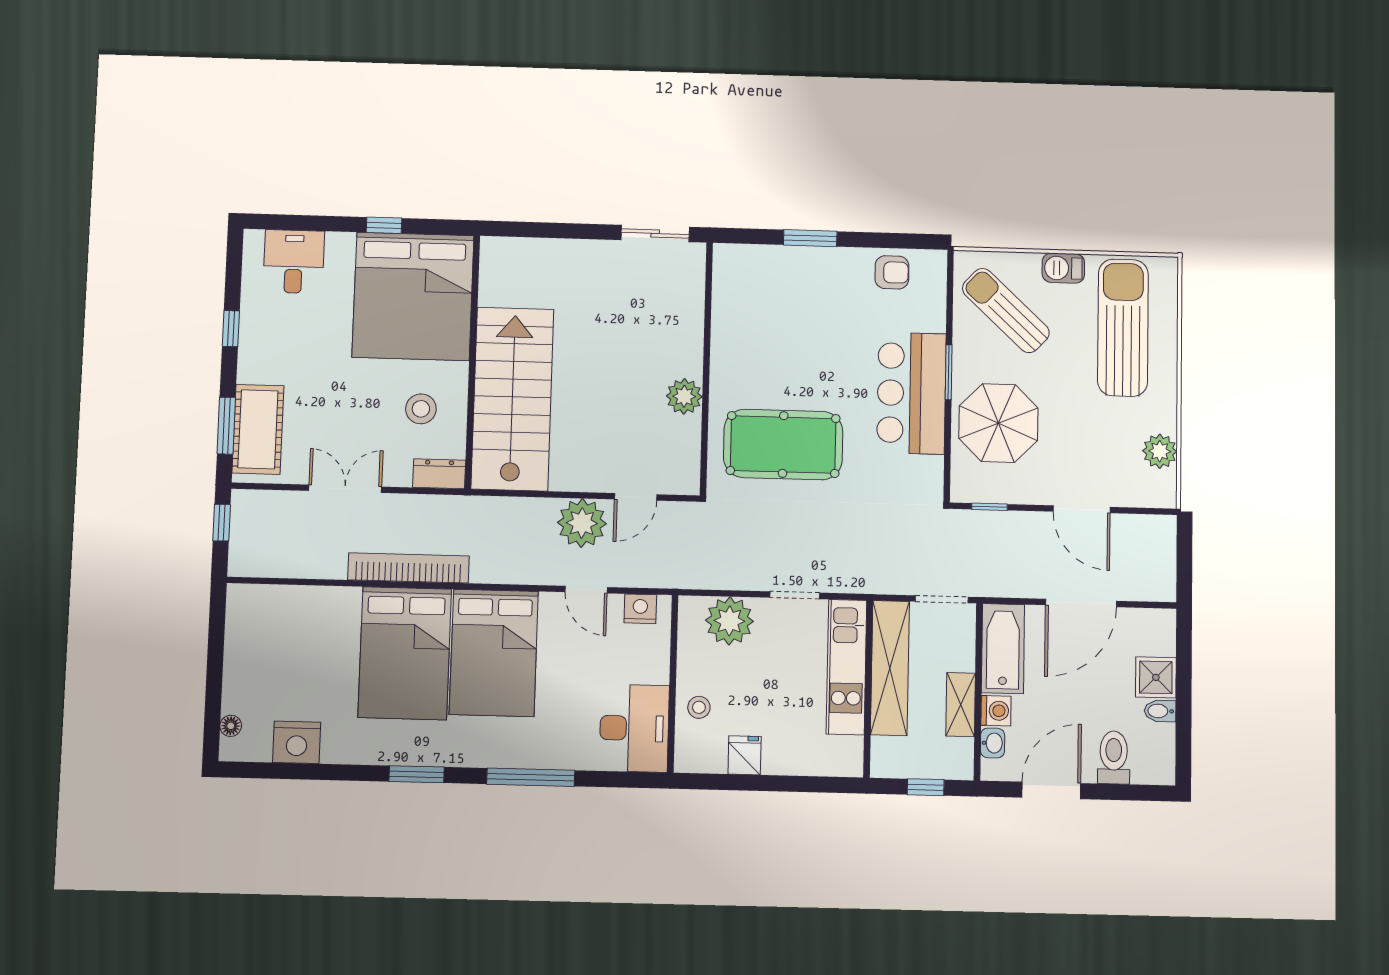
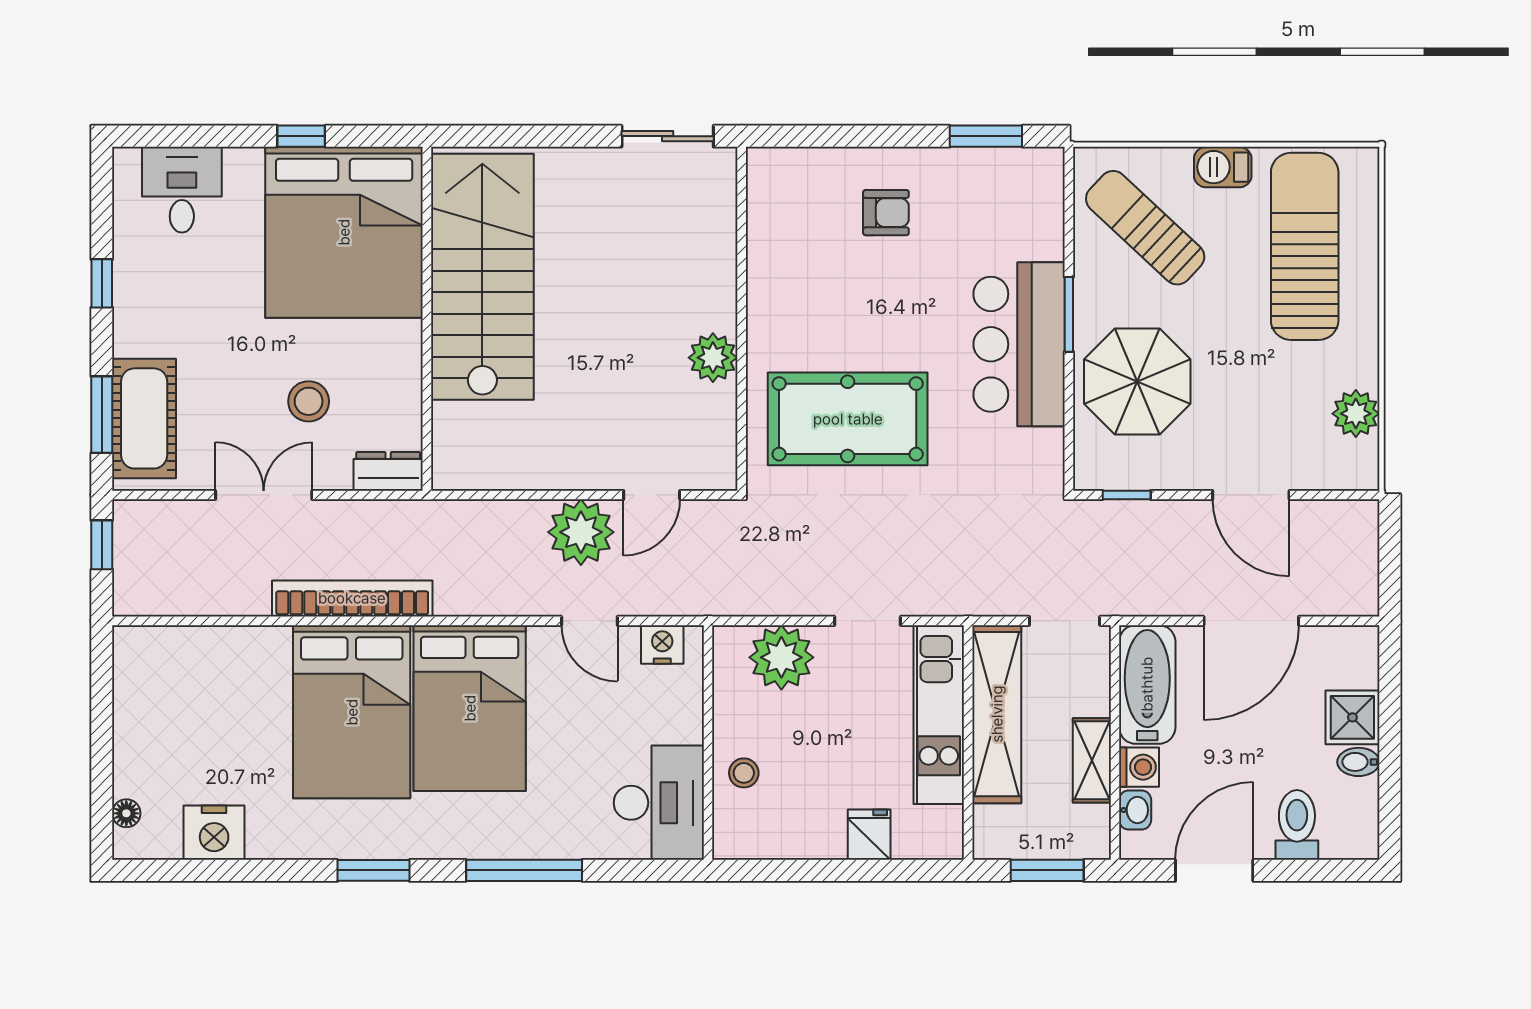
window: (810, 238) -> (986, 136), moved
armchair: (892, 272) -> (886, 213), moved
stairs: (512, 399) -> (482, 277), moved
stool: (421, 409) -> (309, 401), moved
fridge: (745, 755) -> (869, 835), moved
window: (926, 787) -> (1047, 870), width x1.50

